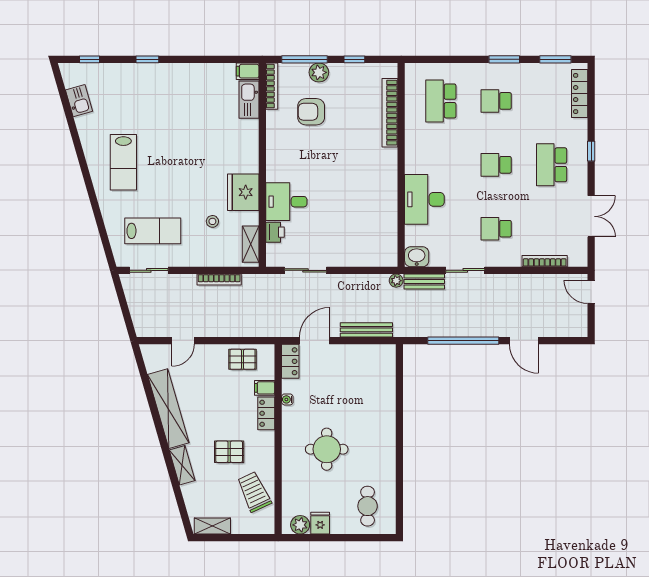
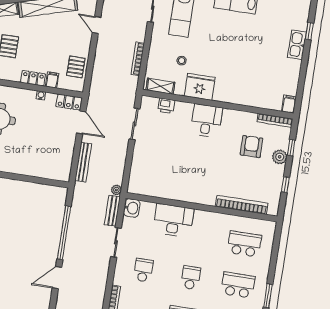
window: (305, 59) -> (291, 148), width x0.46
kitchen sink: (249, 100) -> (297, 45), moved, turned -90
school desk: (496, 101) -> (238, 285), width x1.85
desk: (286, 202) -> (206, 121), moved

